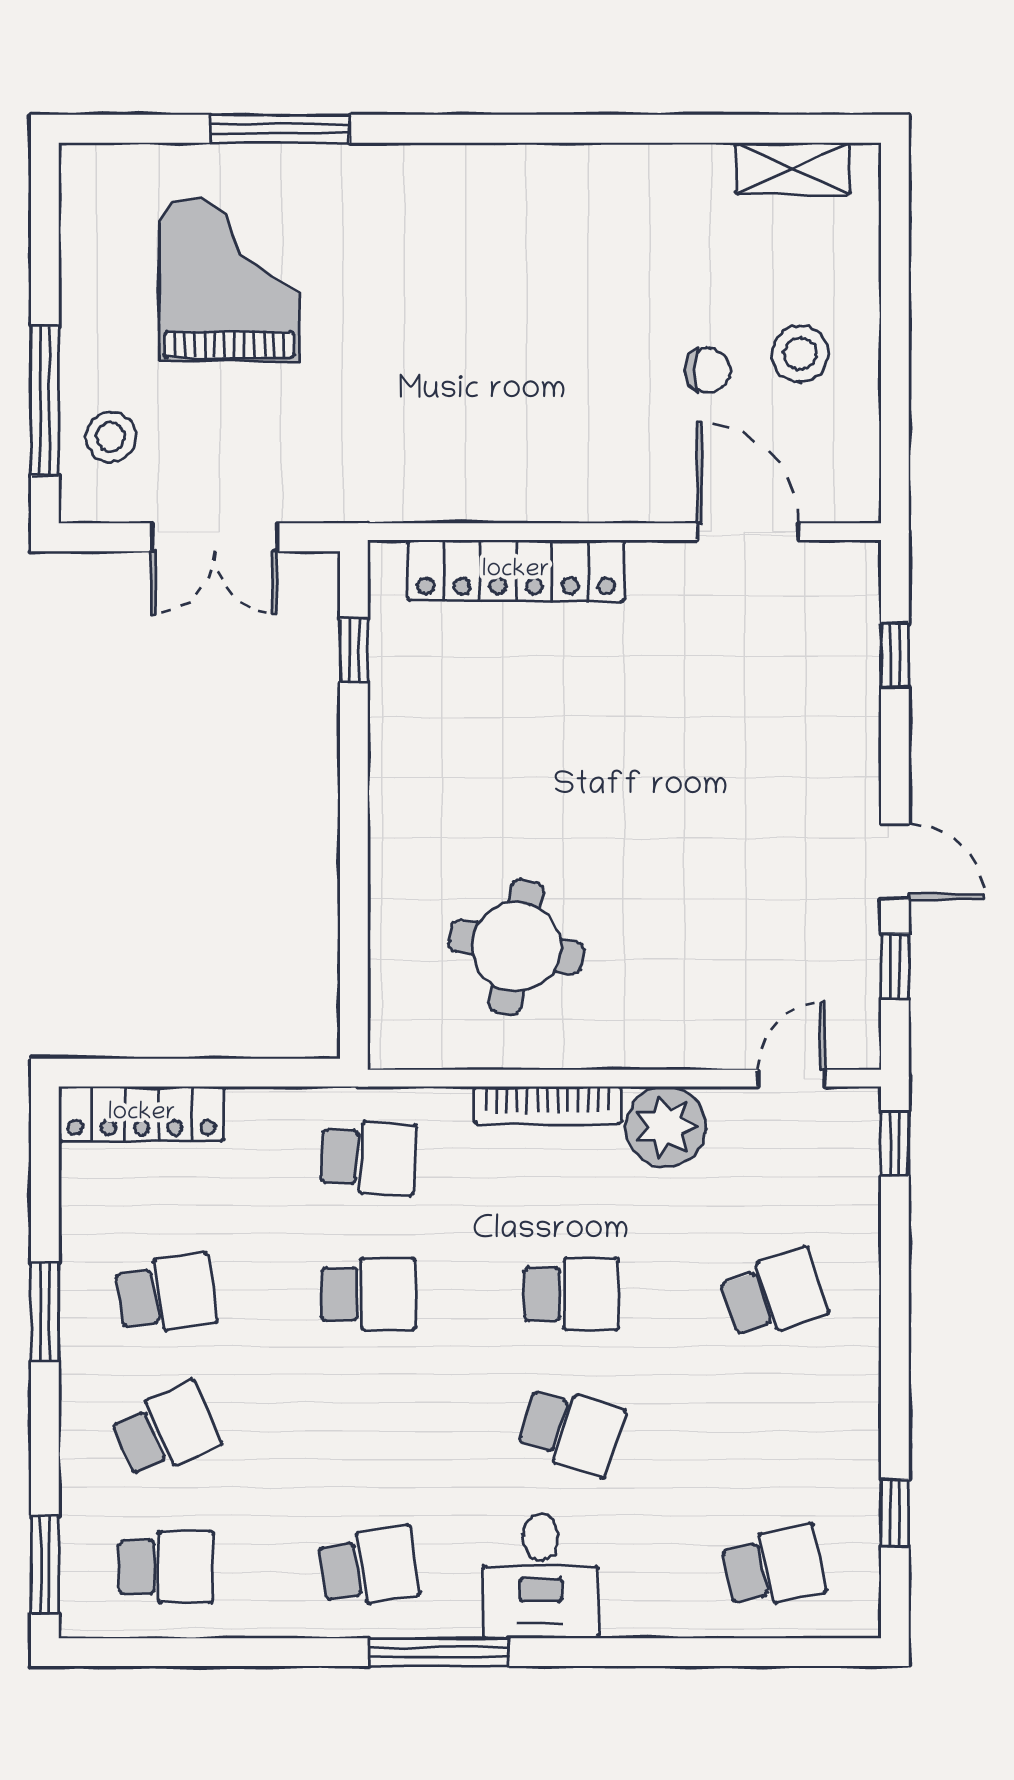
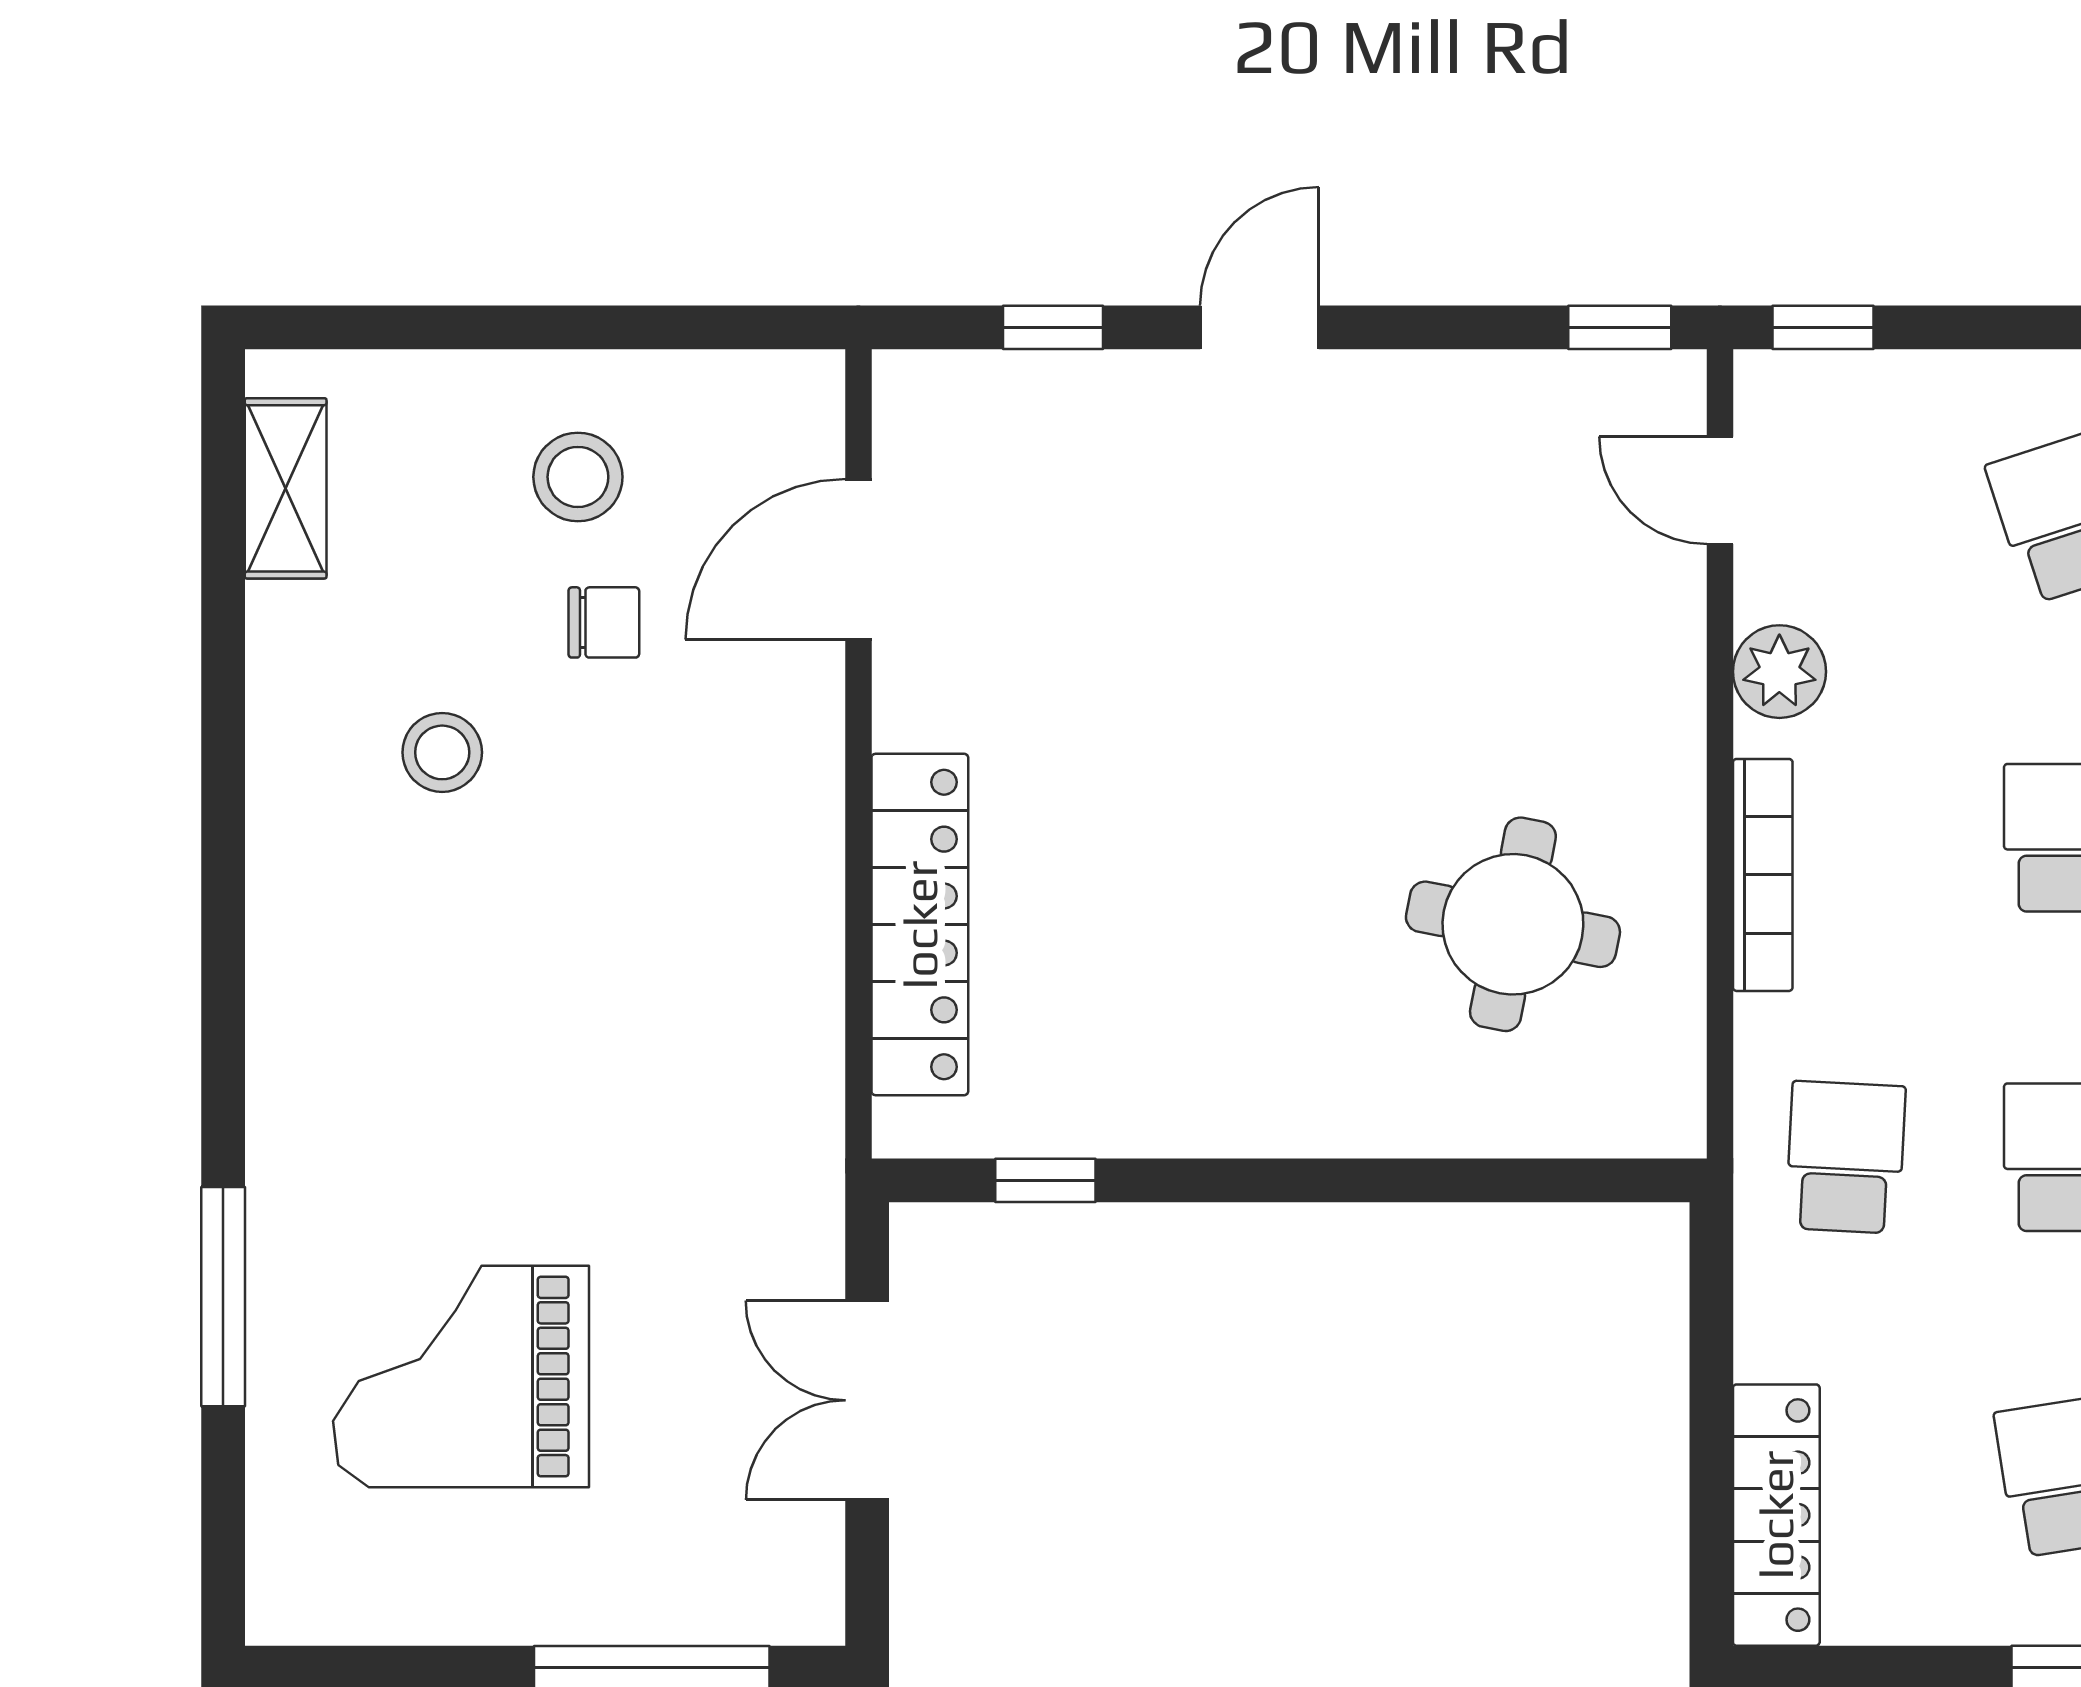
chair: (708, 370) -> (604, 622), turned 90
stool: (111, 437) -> (442, 752), moved
double door: (214, 537) -> (867, 1400), swing flipped
door: (895, 861) -> (1260, 327), moved
window: (895, 966) -> (1620, 327), moved
plant: (666, 1127) -> (1779, 672), width x0.73, depth x0.73

